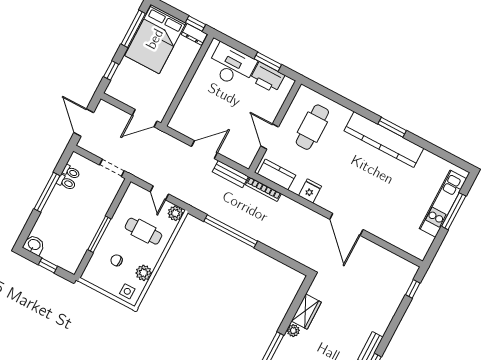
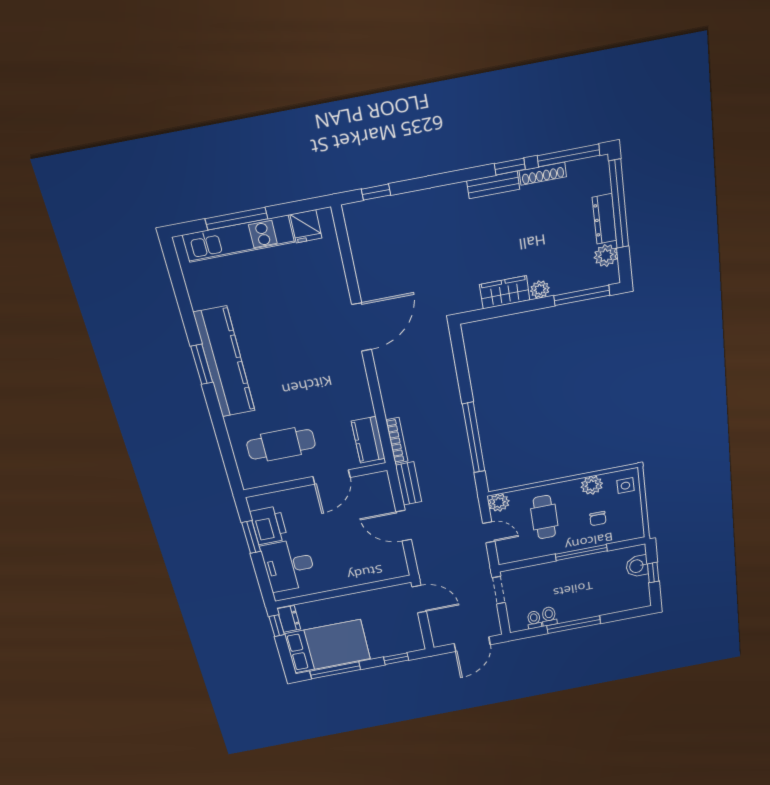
fridge: (310, 191) -> (306, 226), moved, turned -90
door: (159, 193) -> (489, 532), hinge flipped
washbasin: (34, 245) -> (637, 566), moved

